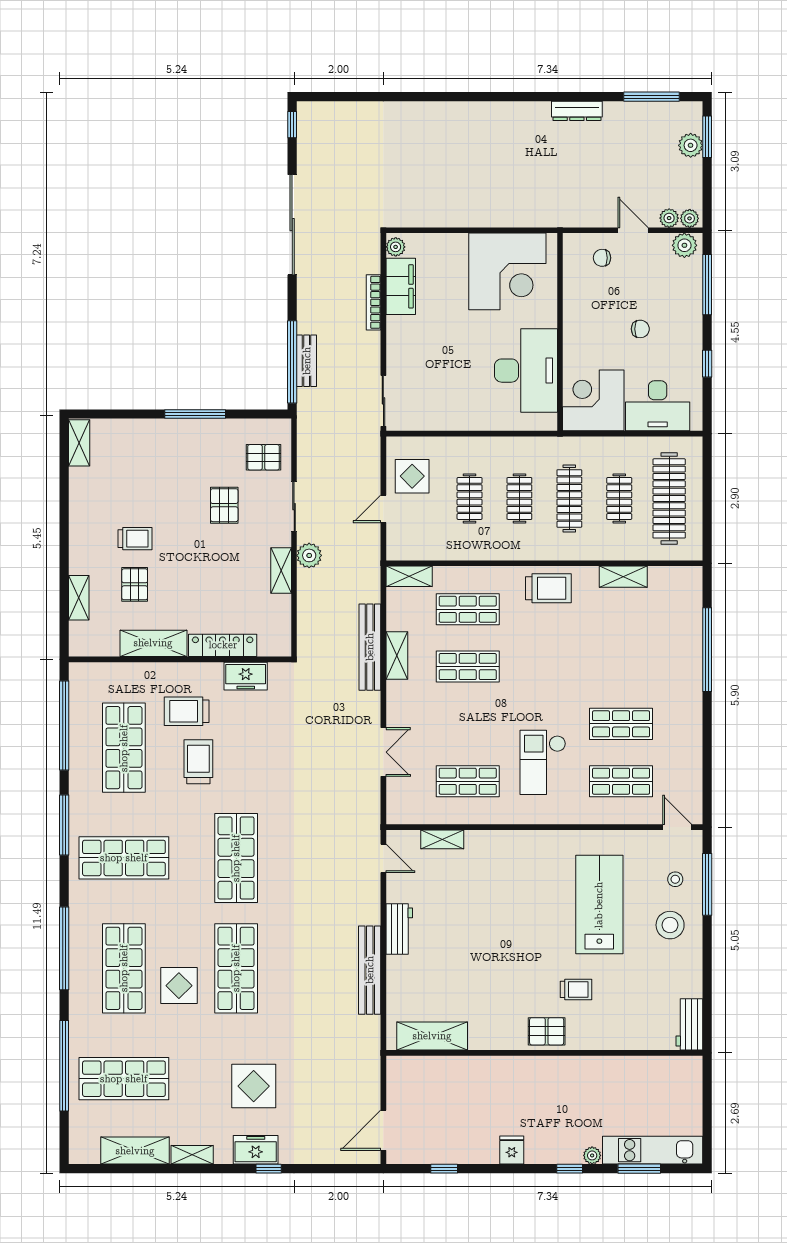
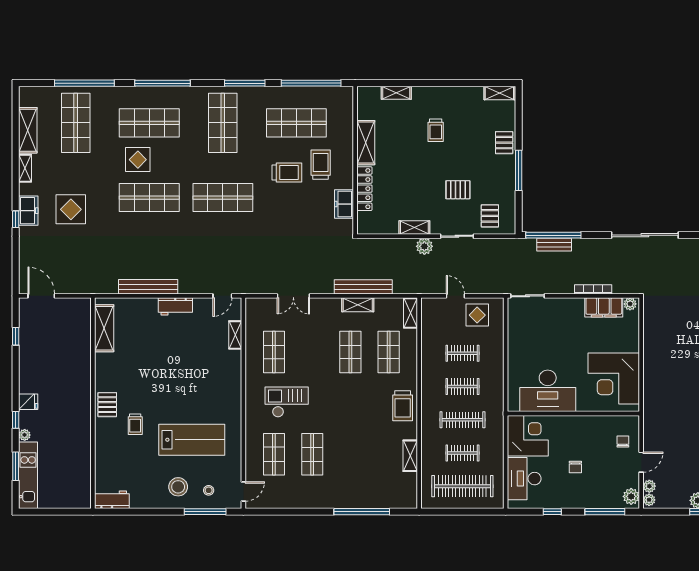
pallet: (135, 584) -> (504, 143), moved, turned 90
fridge: (512, 1150) -> (28, 402), moved

